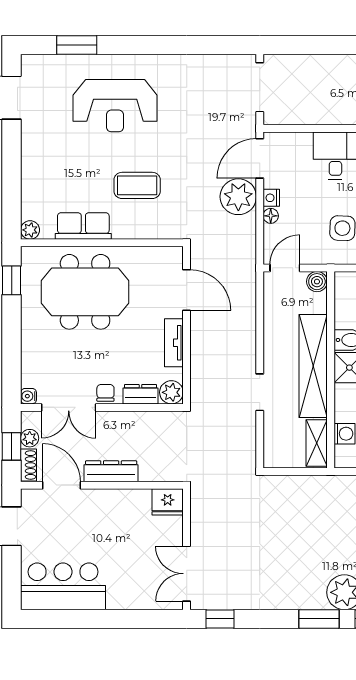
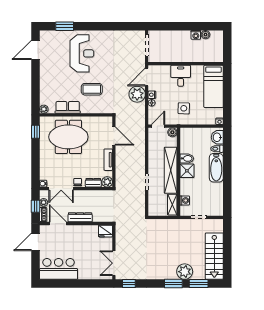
reception desk: (115, 106) -> (82, 53), turned -90

